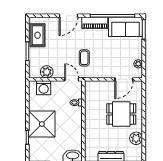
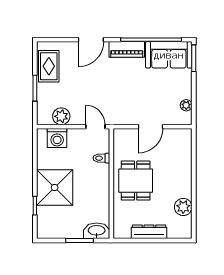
coffee table: (84, 58) -> (112, 97), removed
door: (124, 79) -> (150, 127), moved
dining table: (121, 114) -> (136, 181), moved, turned 90

